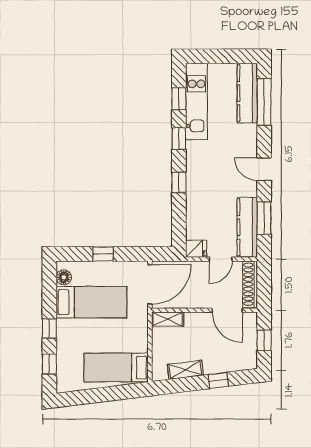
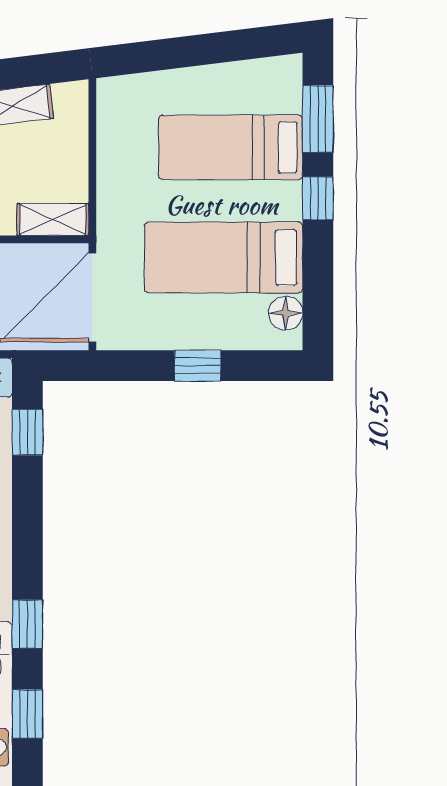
window: (179, 182) -> (27, 432), moved
window: (49, 364) -> (318, 119), width x1.50
bed: (116, 368) -> (231, 147), moved, turned 180

